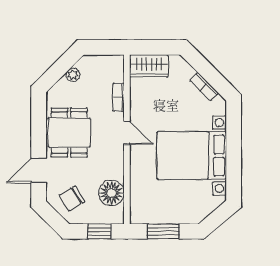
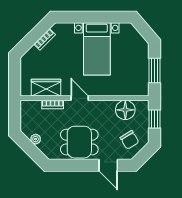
wardrobe: (149, 66) -> (46, 88), moved, turned -90
door: (127, 133) -> (80, 98), hinge flipped
bed with nightstands: (192, 155) -> (97, 49), width x0.73

